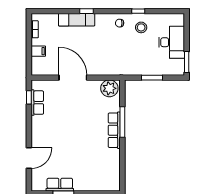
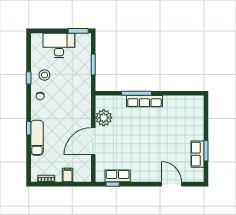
plant: (109, 88) -> (104, 118), moved

